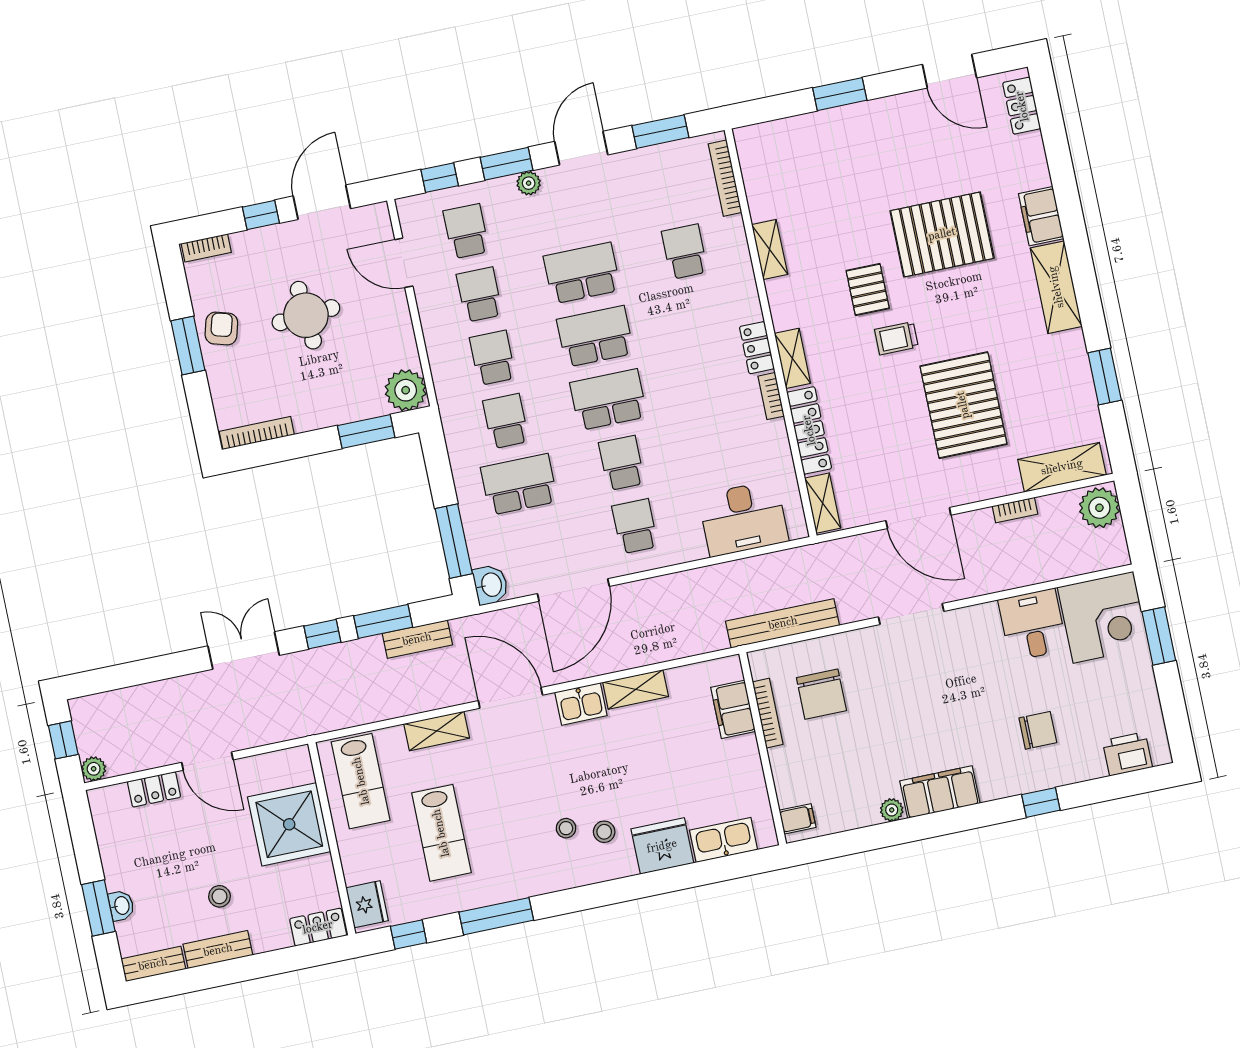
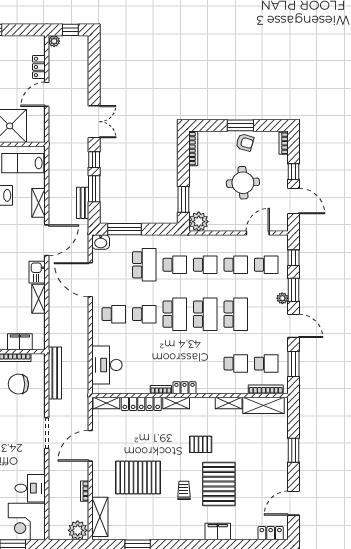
school desk: (671, 188) -> (266, 364), added
shelving: (1056, 287) -> (263, 405), moved
trolley: (896, 338) -> (184, 490), moved

